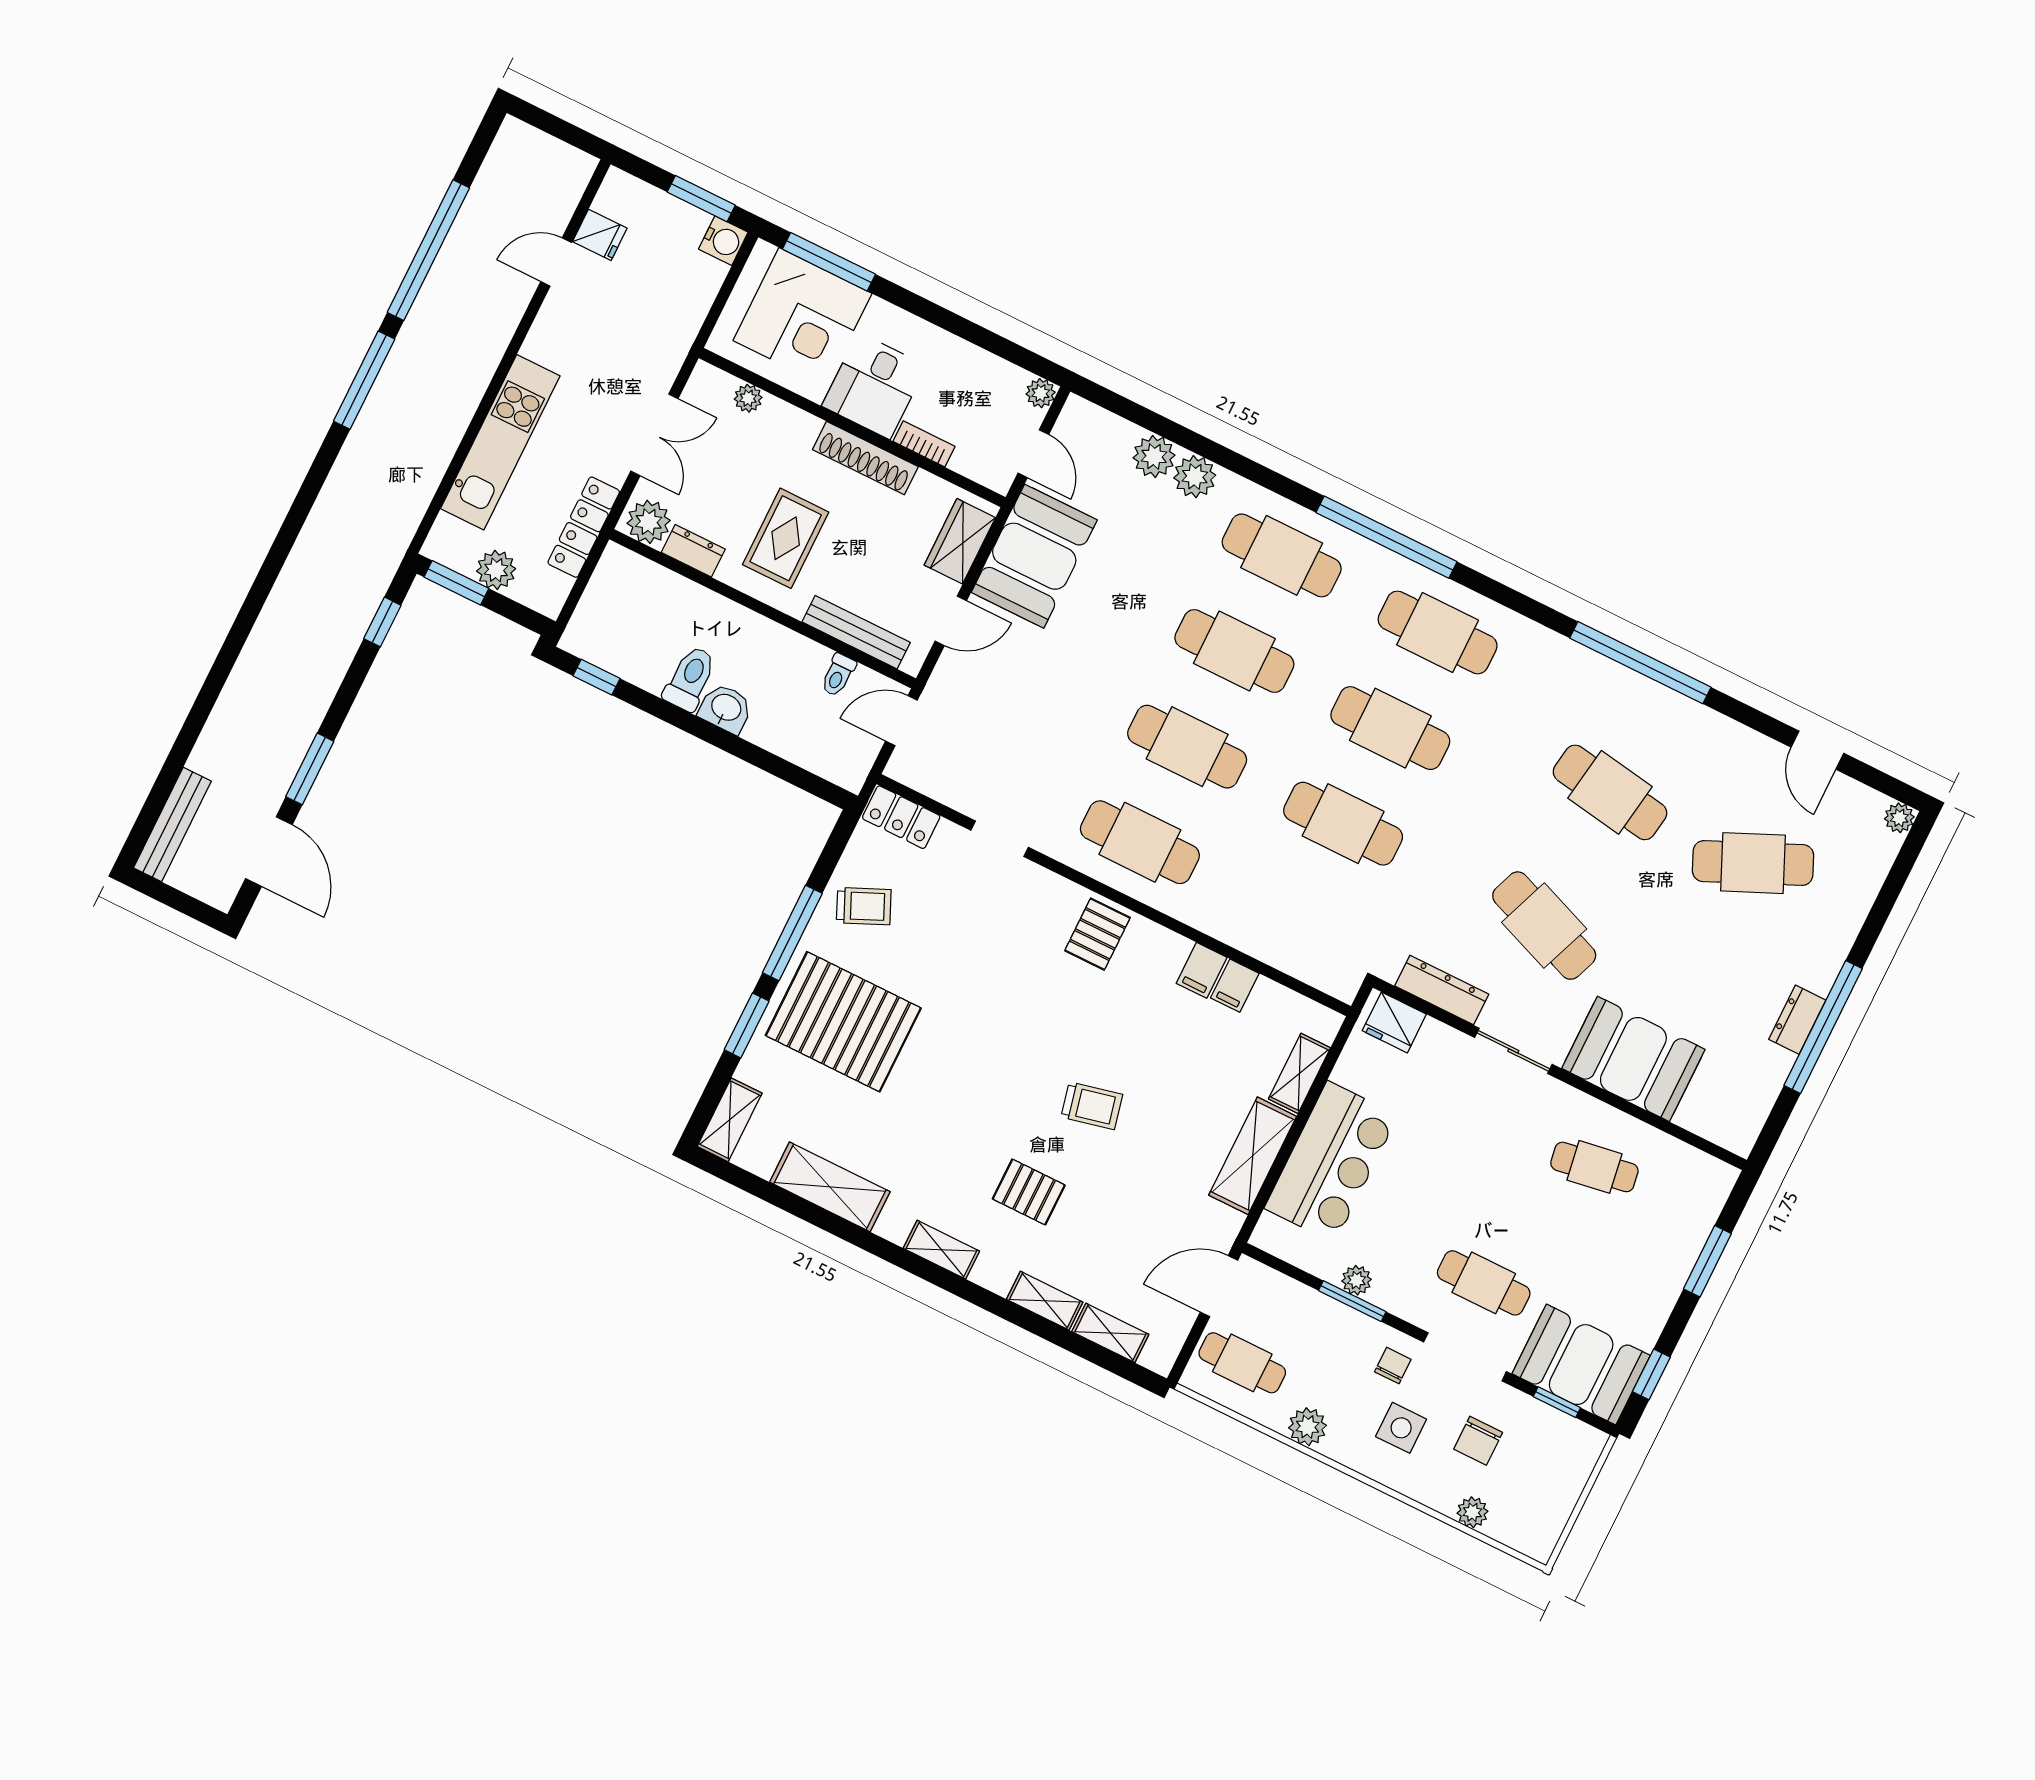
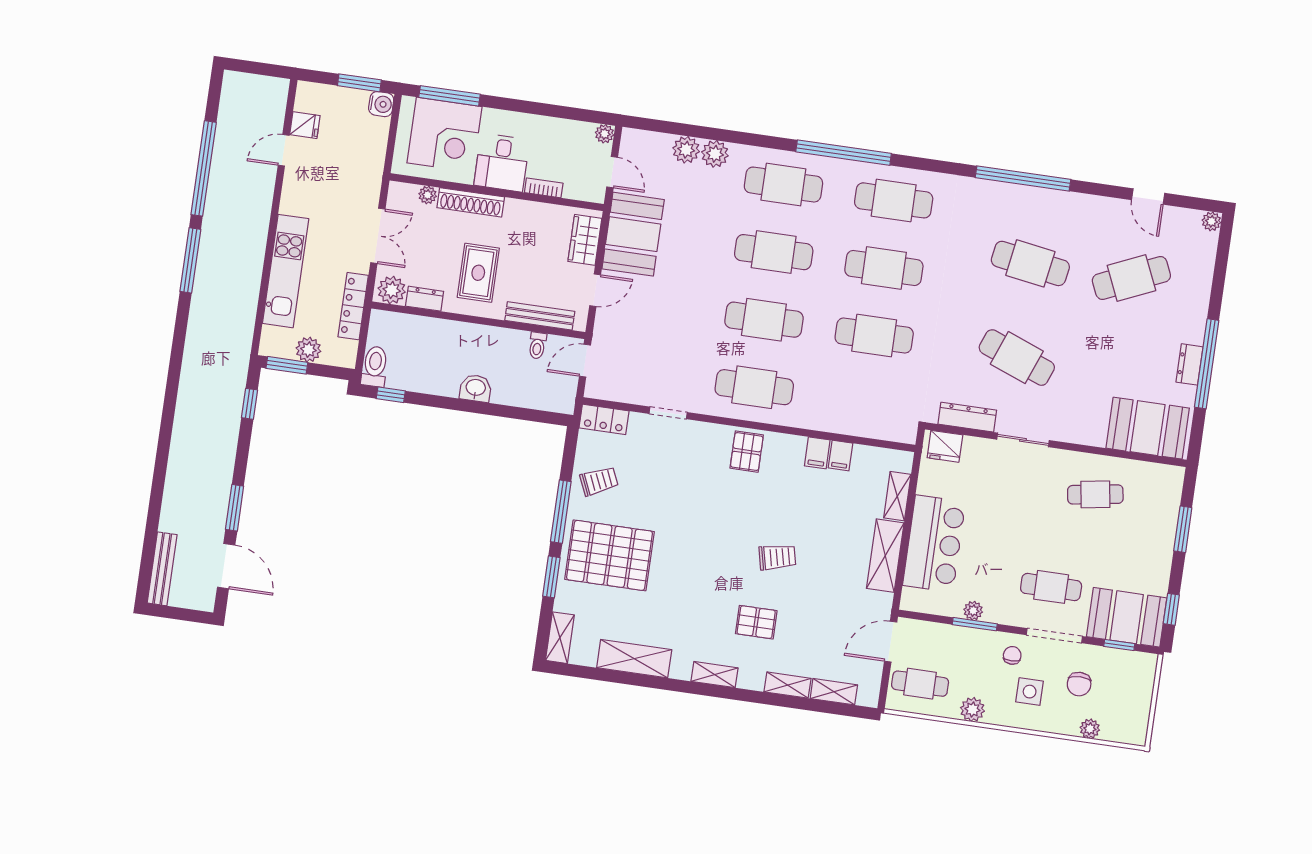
shoe rack: (865, 458) -> (471, 202), moved
toilet: (690, 679) -> (375, 367), moved
booth: (1633, 1059) -> (1148, 428), moved

